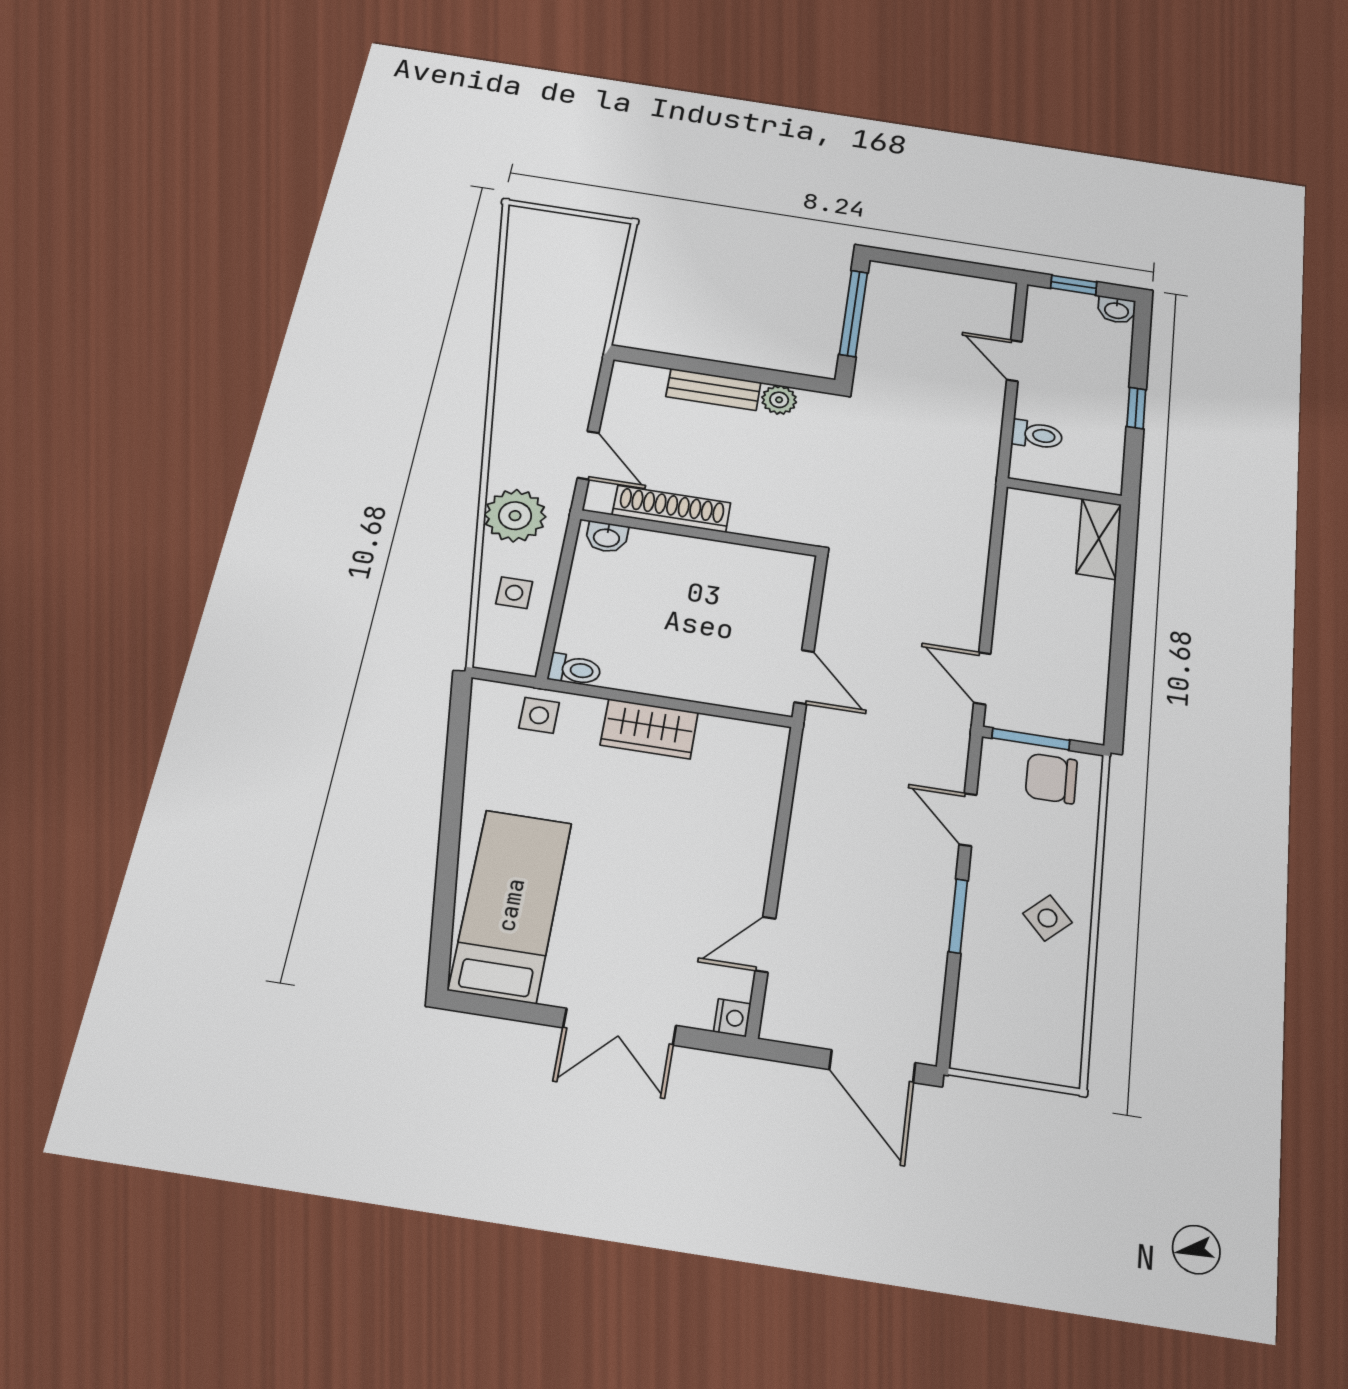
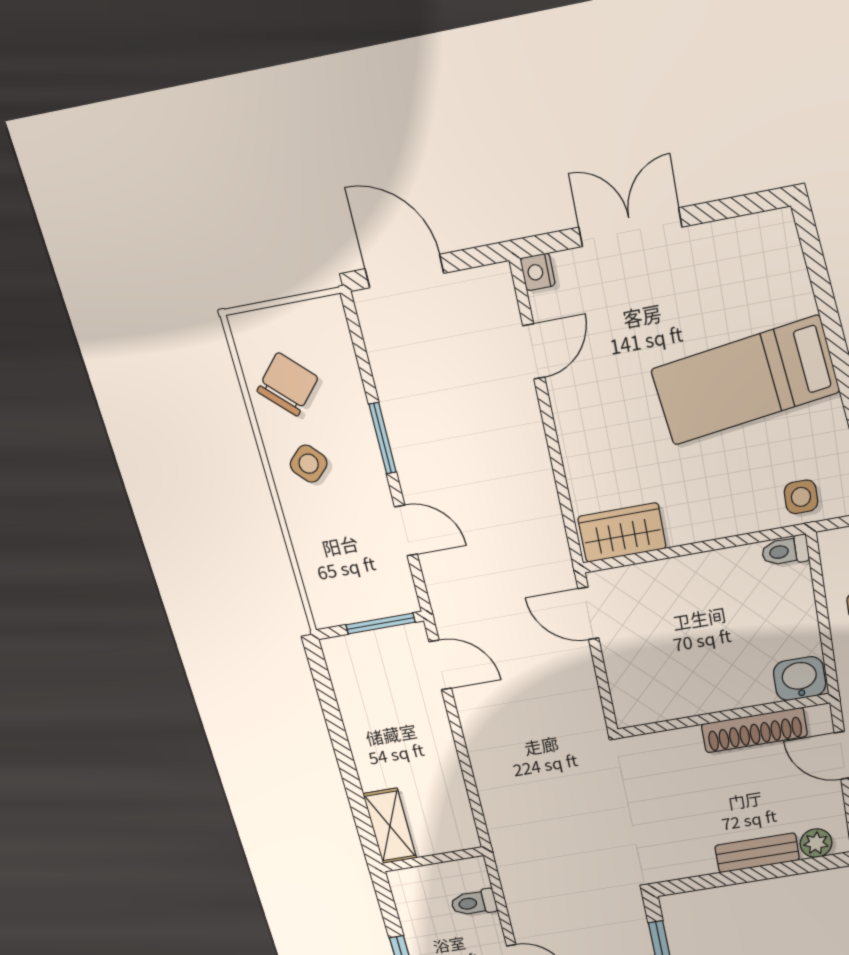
plant: (779, 400) -> (816, 843), moved
washbasin: (607, 537) -> (800, 679), width x1.38, depth x1.45
wardrobe: (649, 729) -> (622, 533), moved
chair: (1051, 778) -> (287, 384), moved, turned -47
bed: (511, 905) -> (746, 381), moved, turned 83

